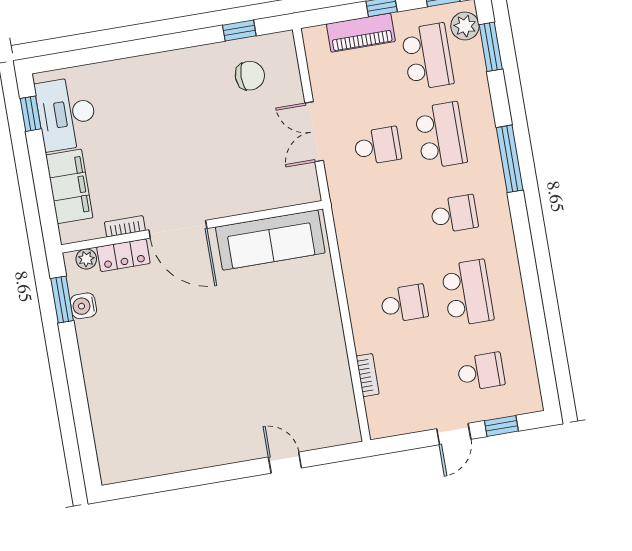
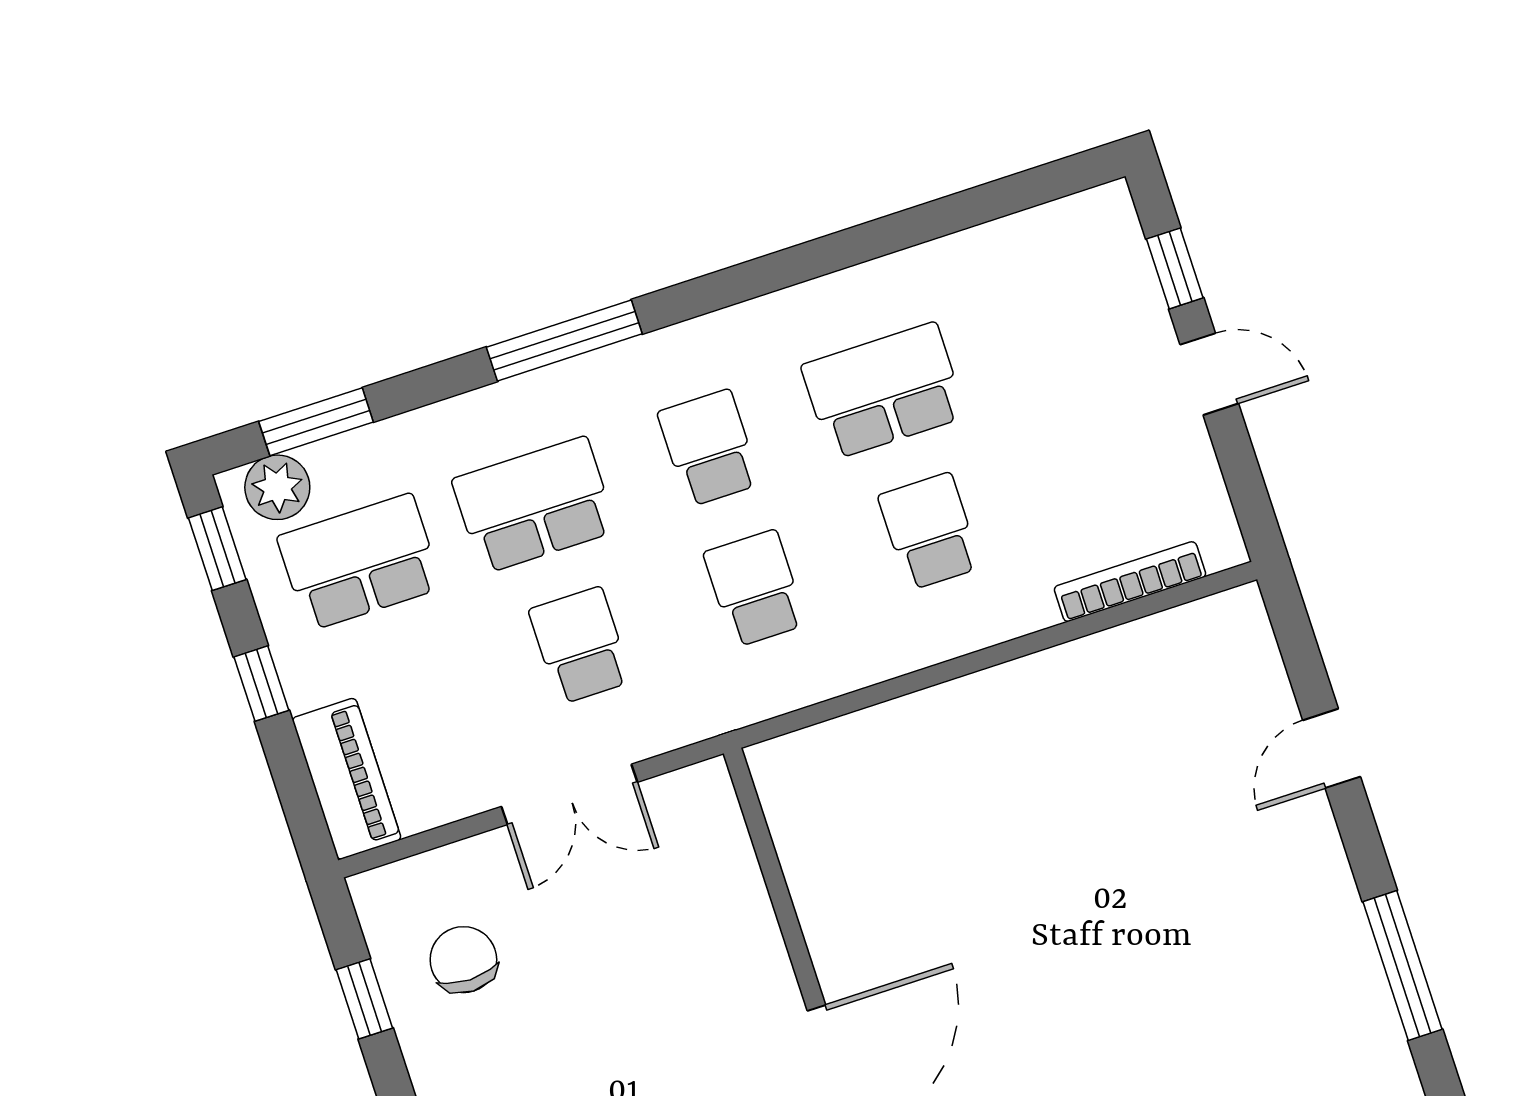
piano: (361, 33) -> (347, 779), moved
sofa: (270, 240) -> (830, 857), removed
school desk: (481, 372) -> (755, 588), moved
bookcase: (368, 375) -> (1130, 582), width x1.56
window: (187, 479) -> (1403, 965), added

